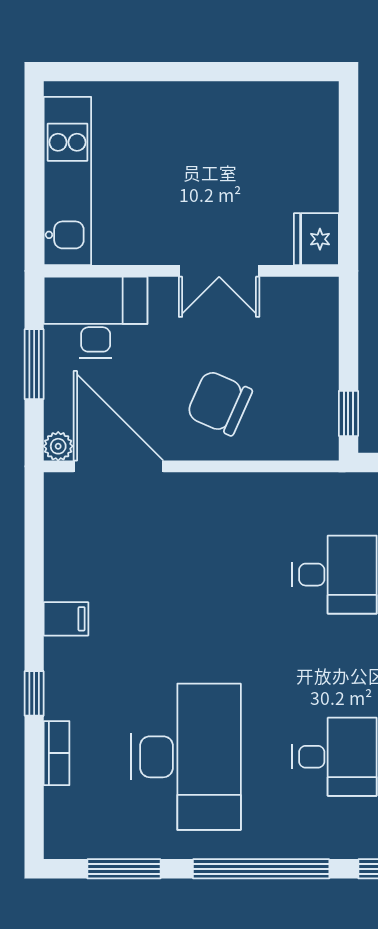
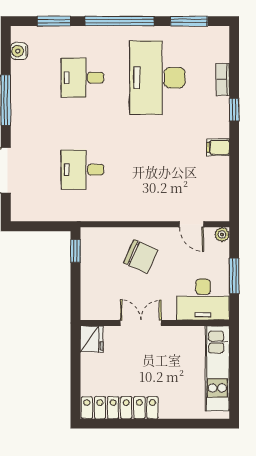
locker: (261, 103) -> (120, 408), added
door: (118, 466) -> (192, 224), width x0.53

